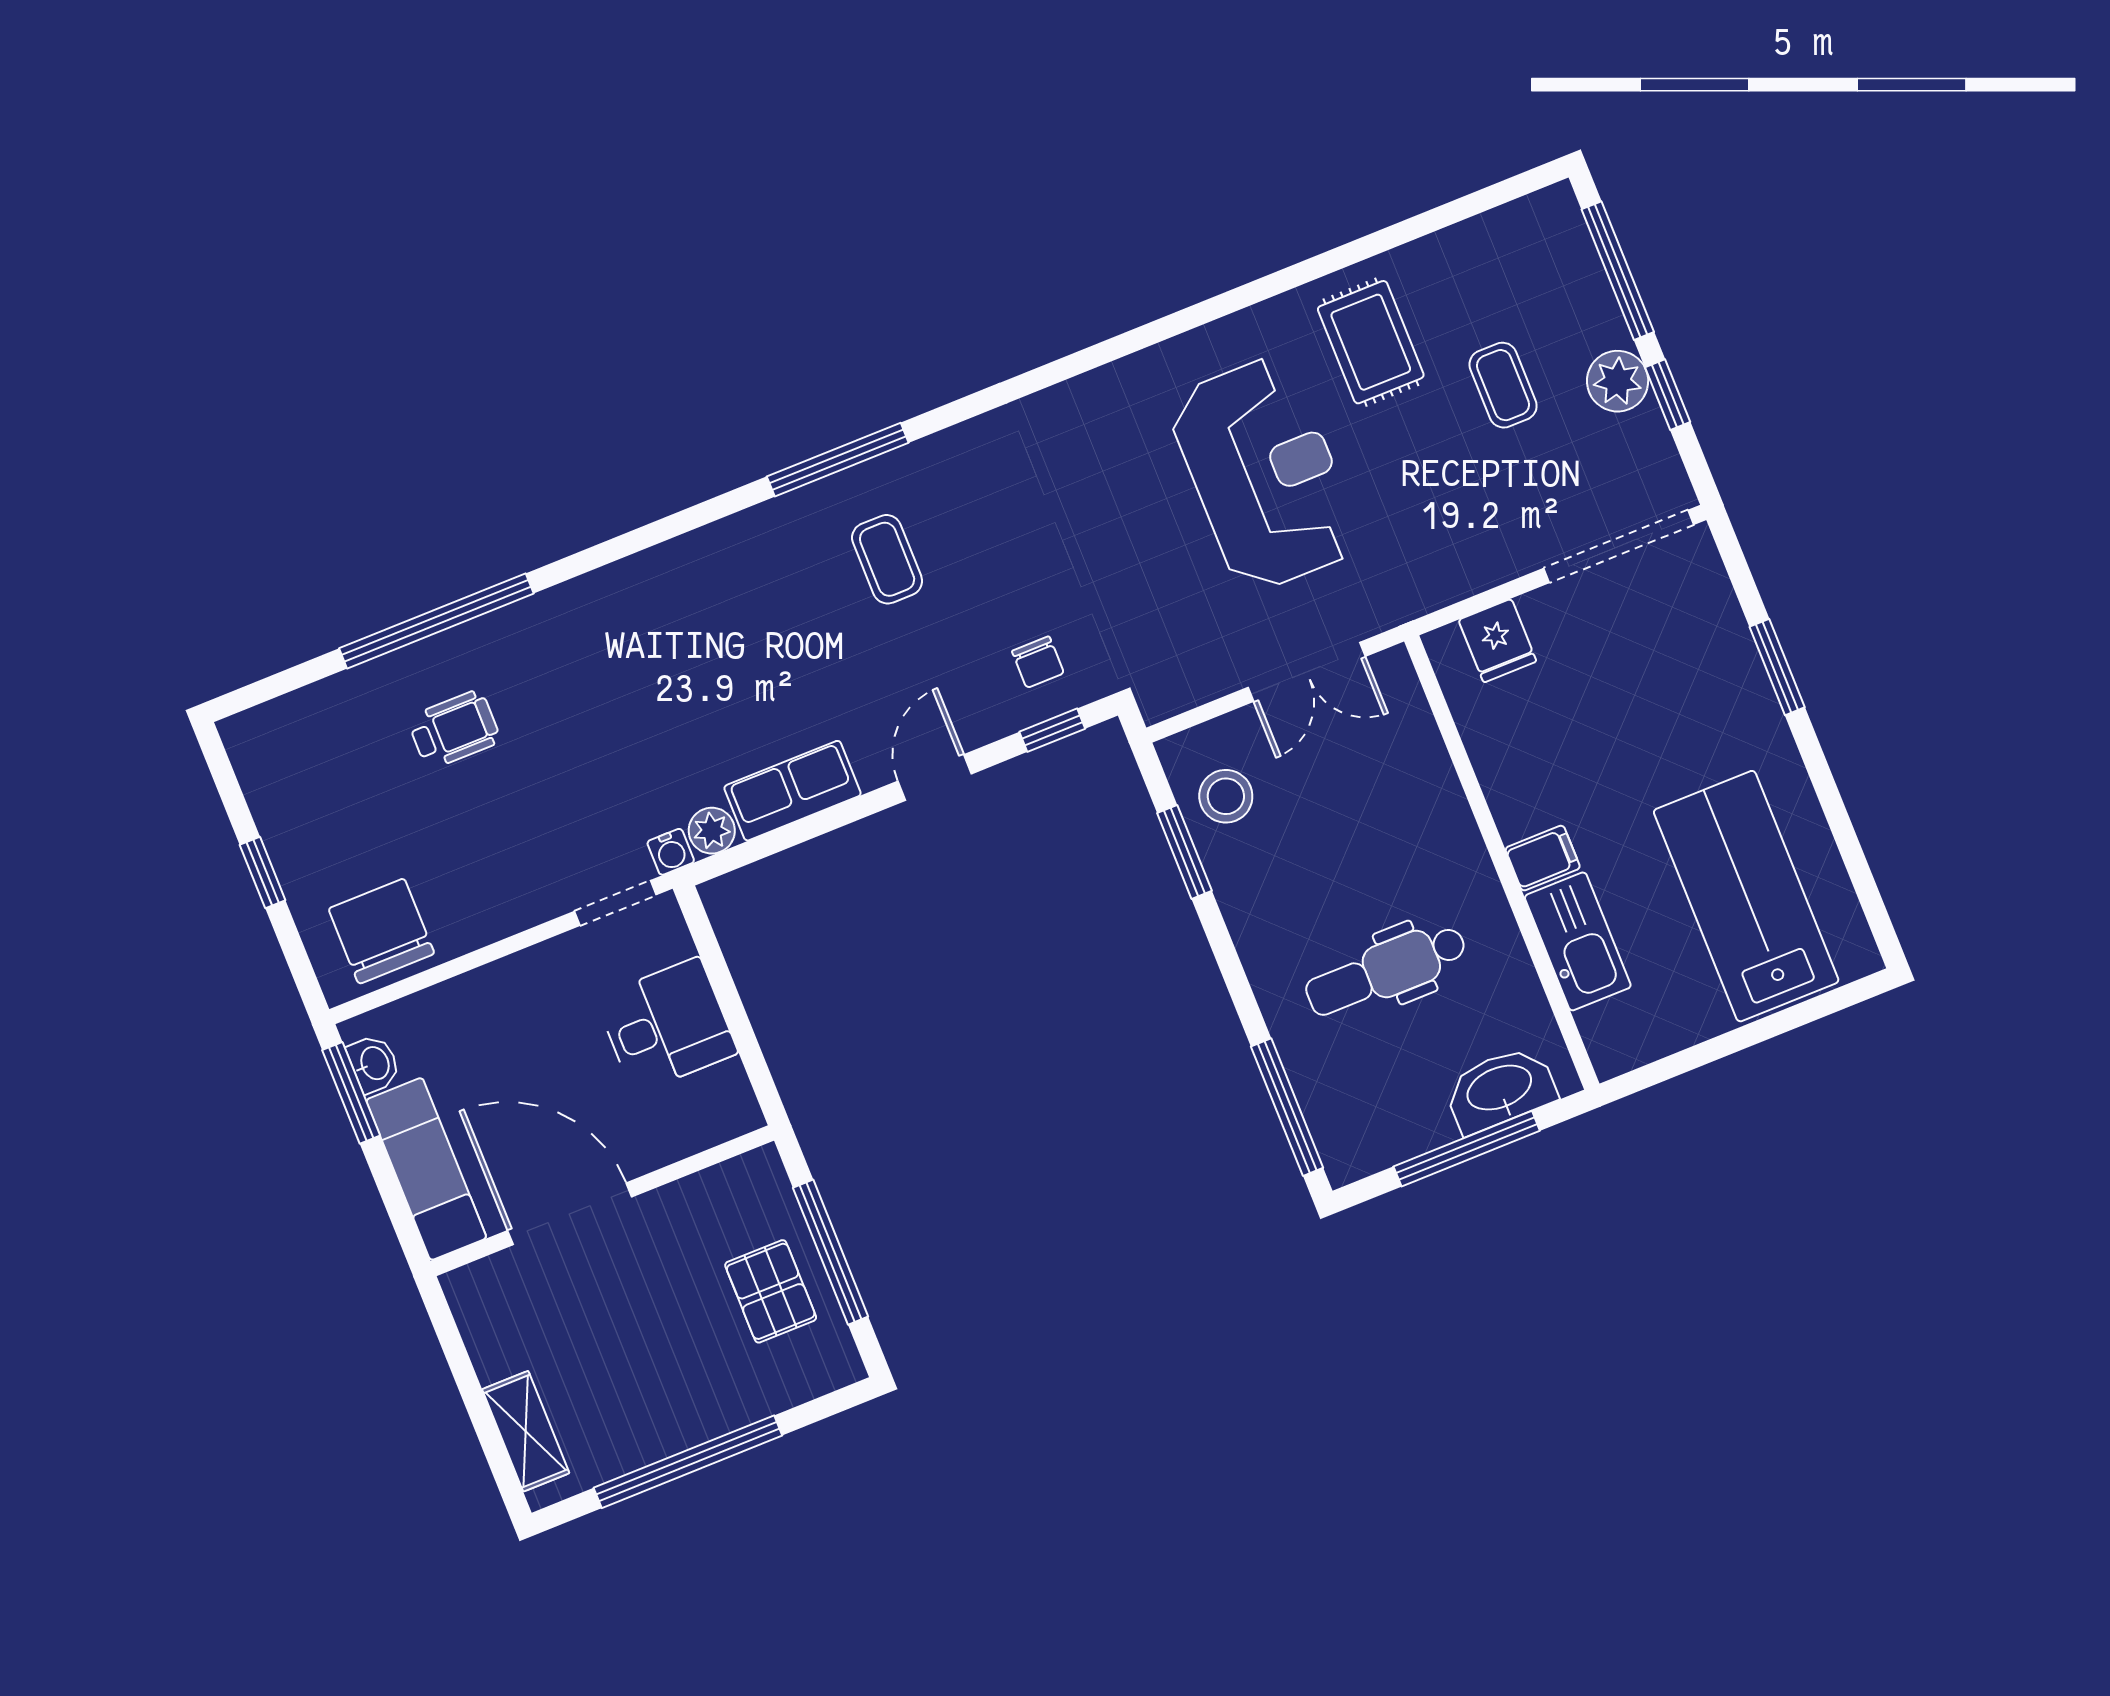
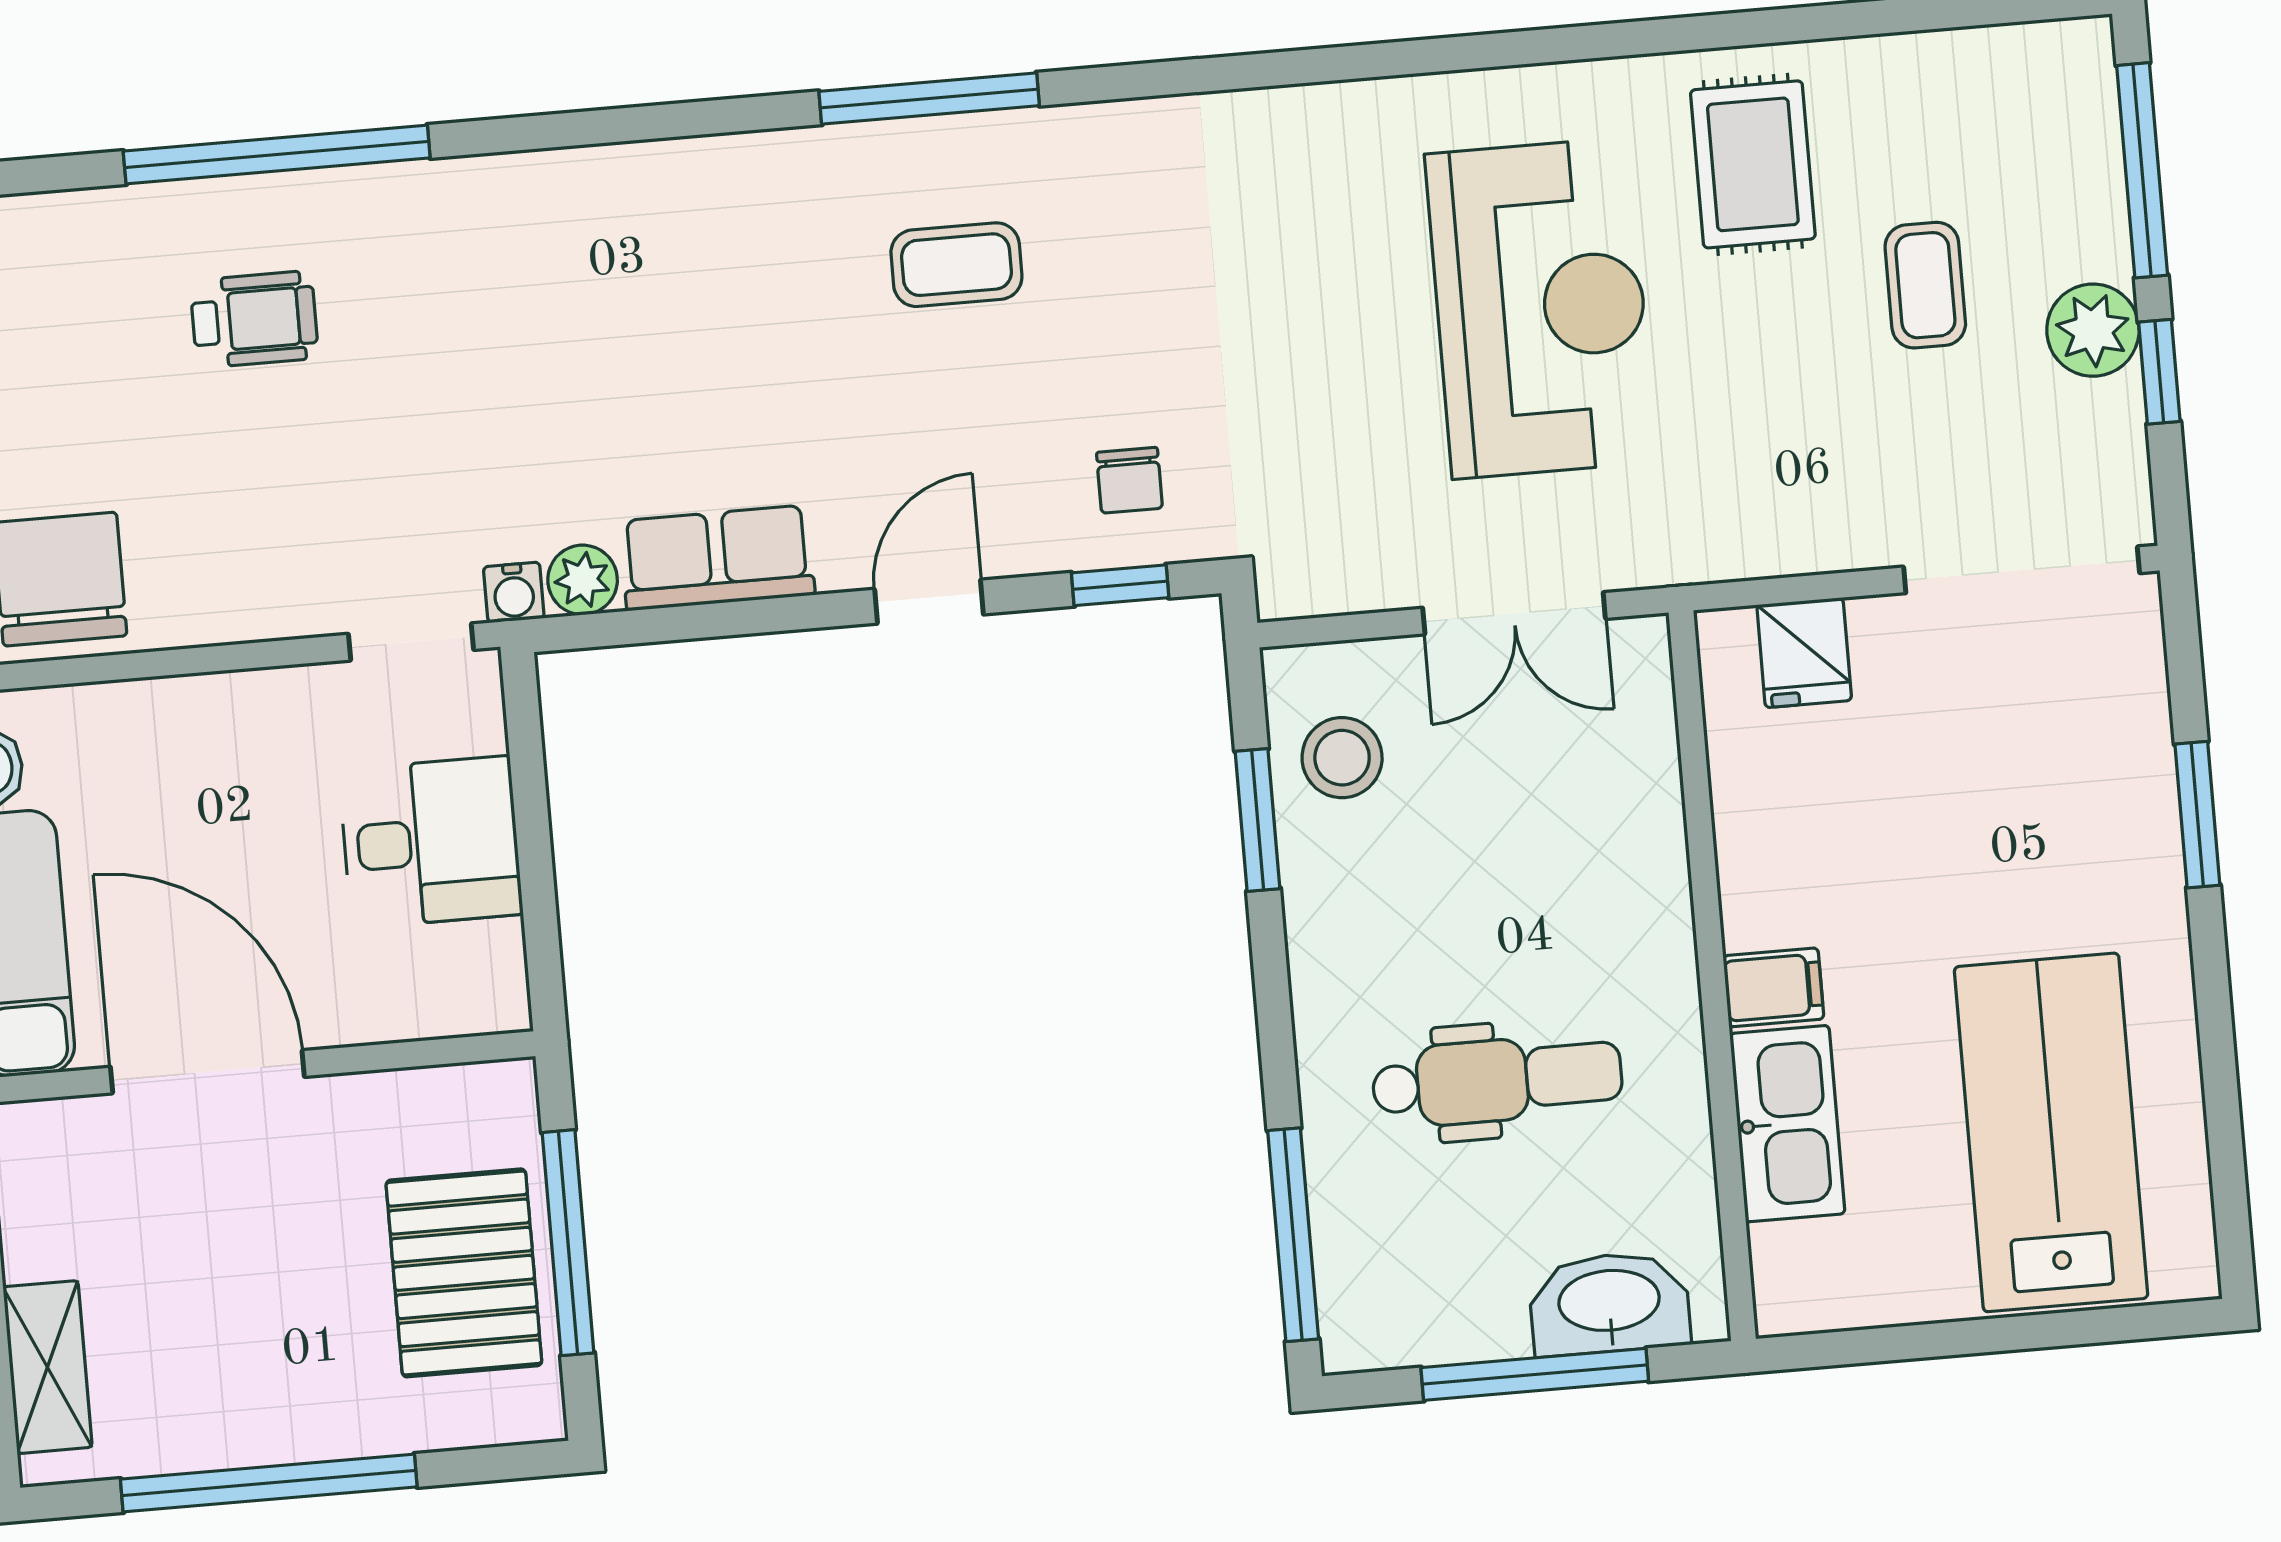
coffee table: (887, 559) -> (956, 265), turned 90
dental chair: (1386, 970) -> (1497, 1080), turned 180
pallet: (771, 1291) -> (464, 1273), width x1.50, depth x1.42

